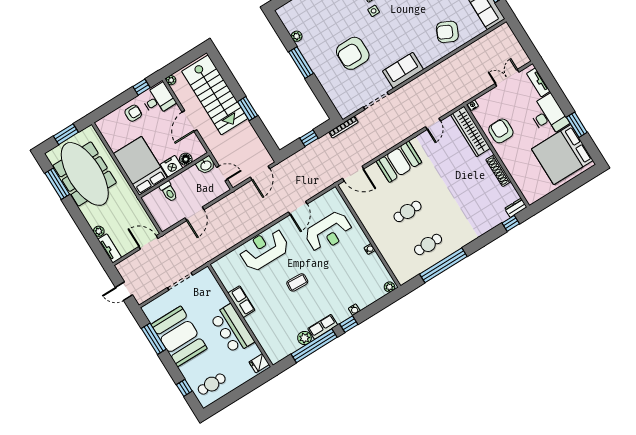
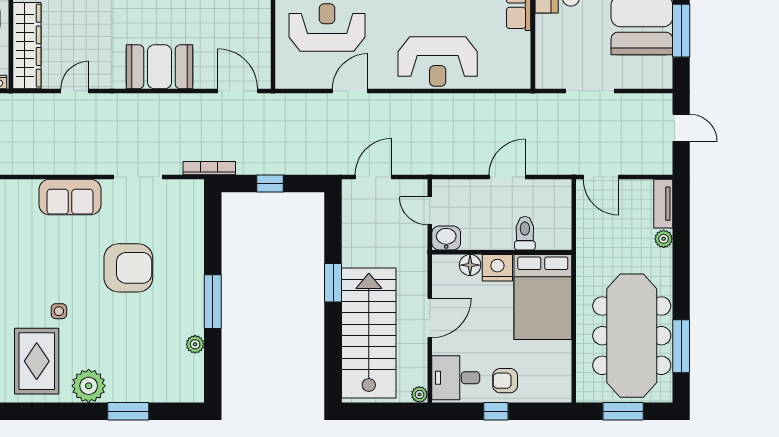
window: (142, 87) -> (496, 411), moved

